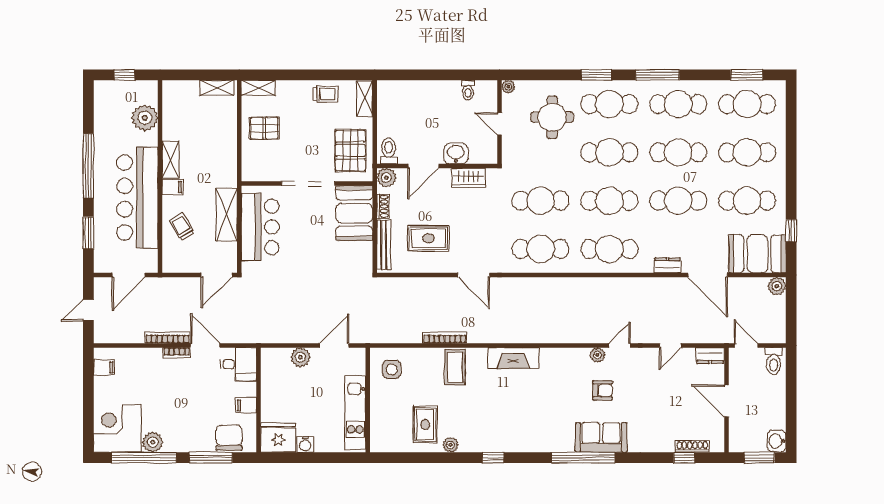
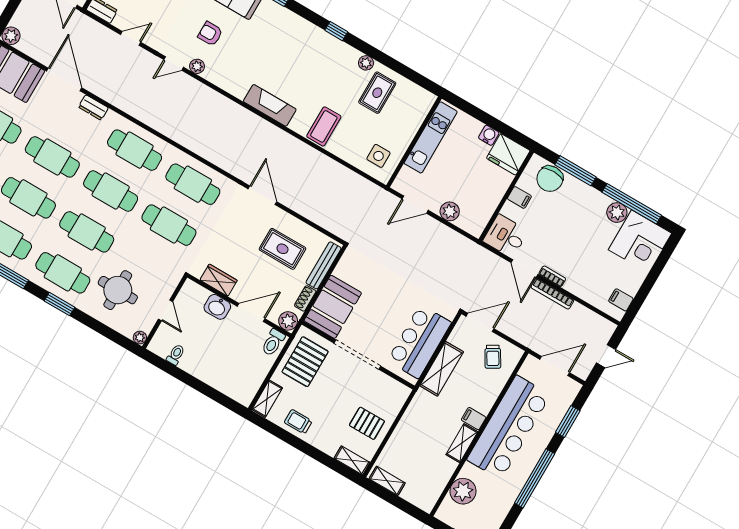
trolley: (182, 227) -> (493, 357), moved
bookcase: (445, 338) -> (318, 157), removed

